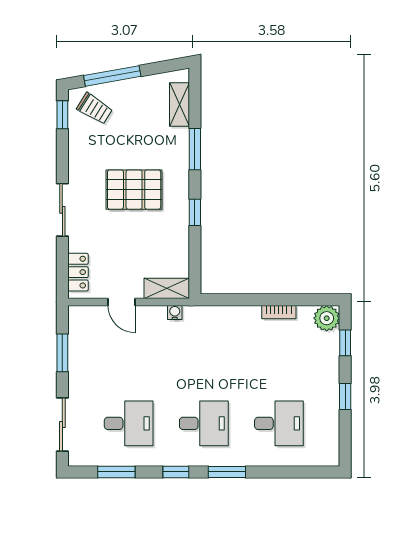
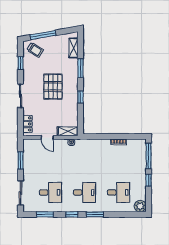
window: (62, 115) -> (20, 63), moved
pallet: (134, 190) -> (53, 87), turned 90
plant: (327, 318) -> (140, 206), moved
window: (345, 343) -> (149, 156), width x2.17

